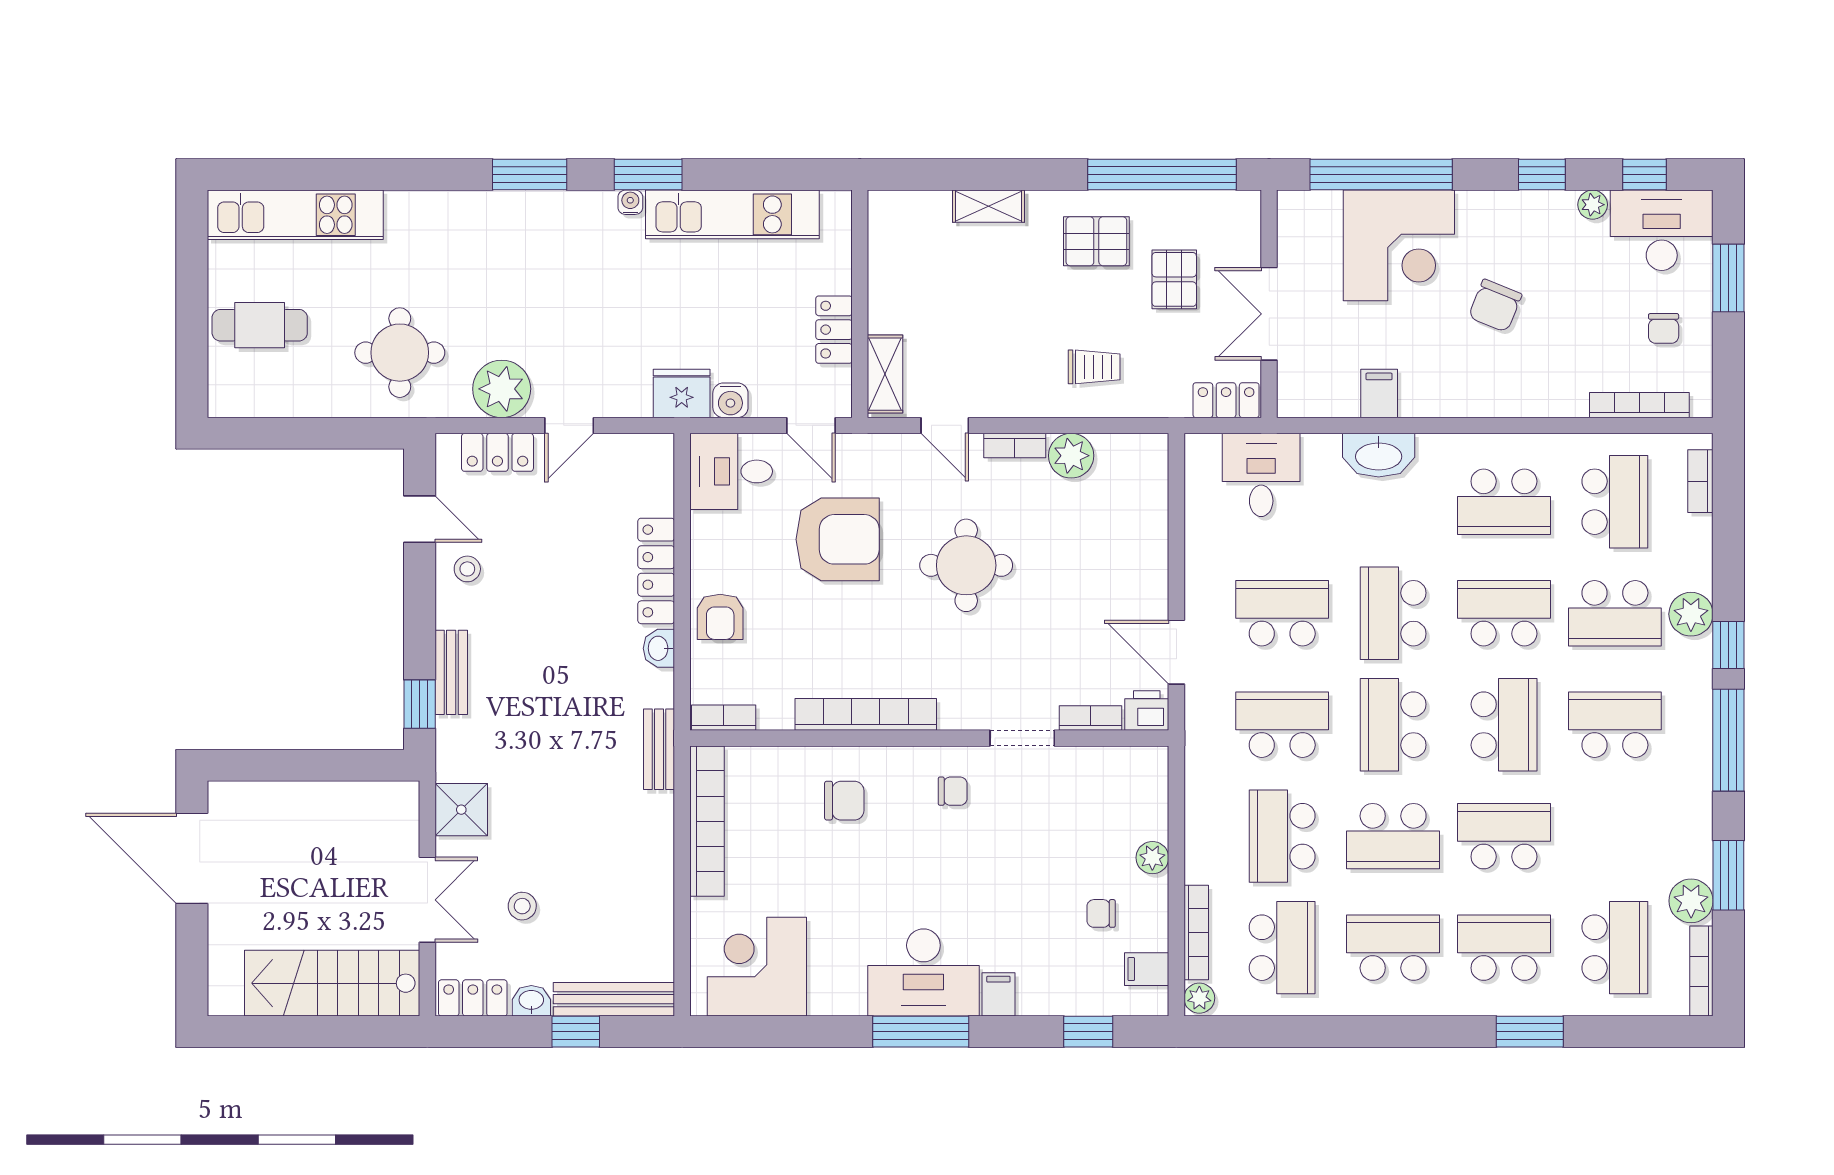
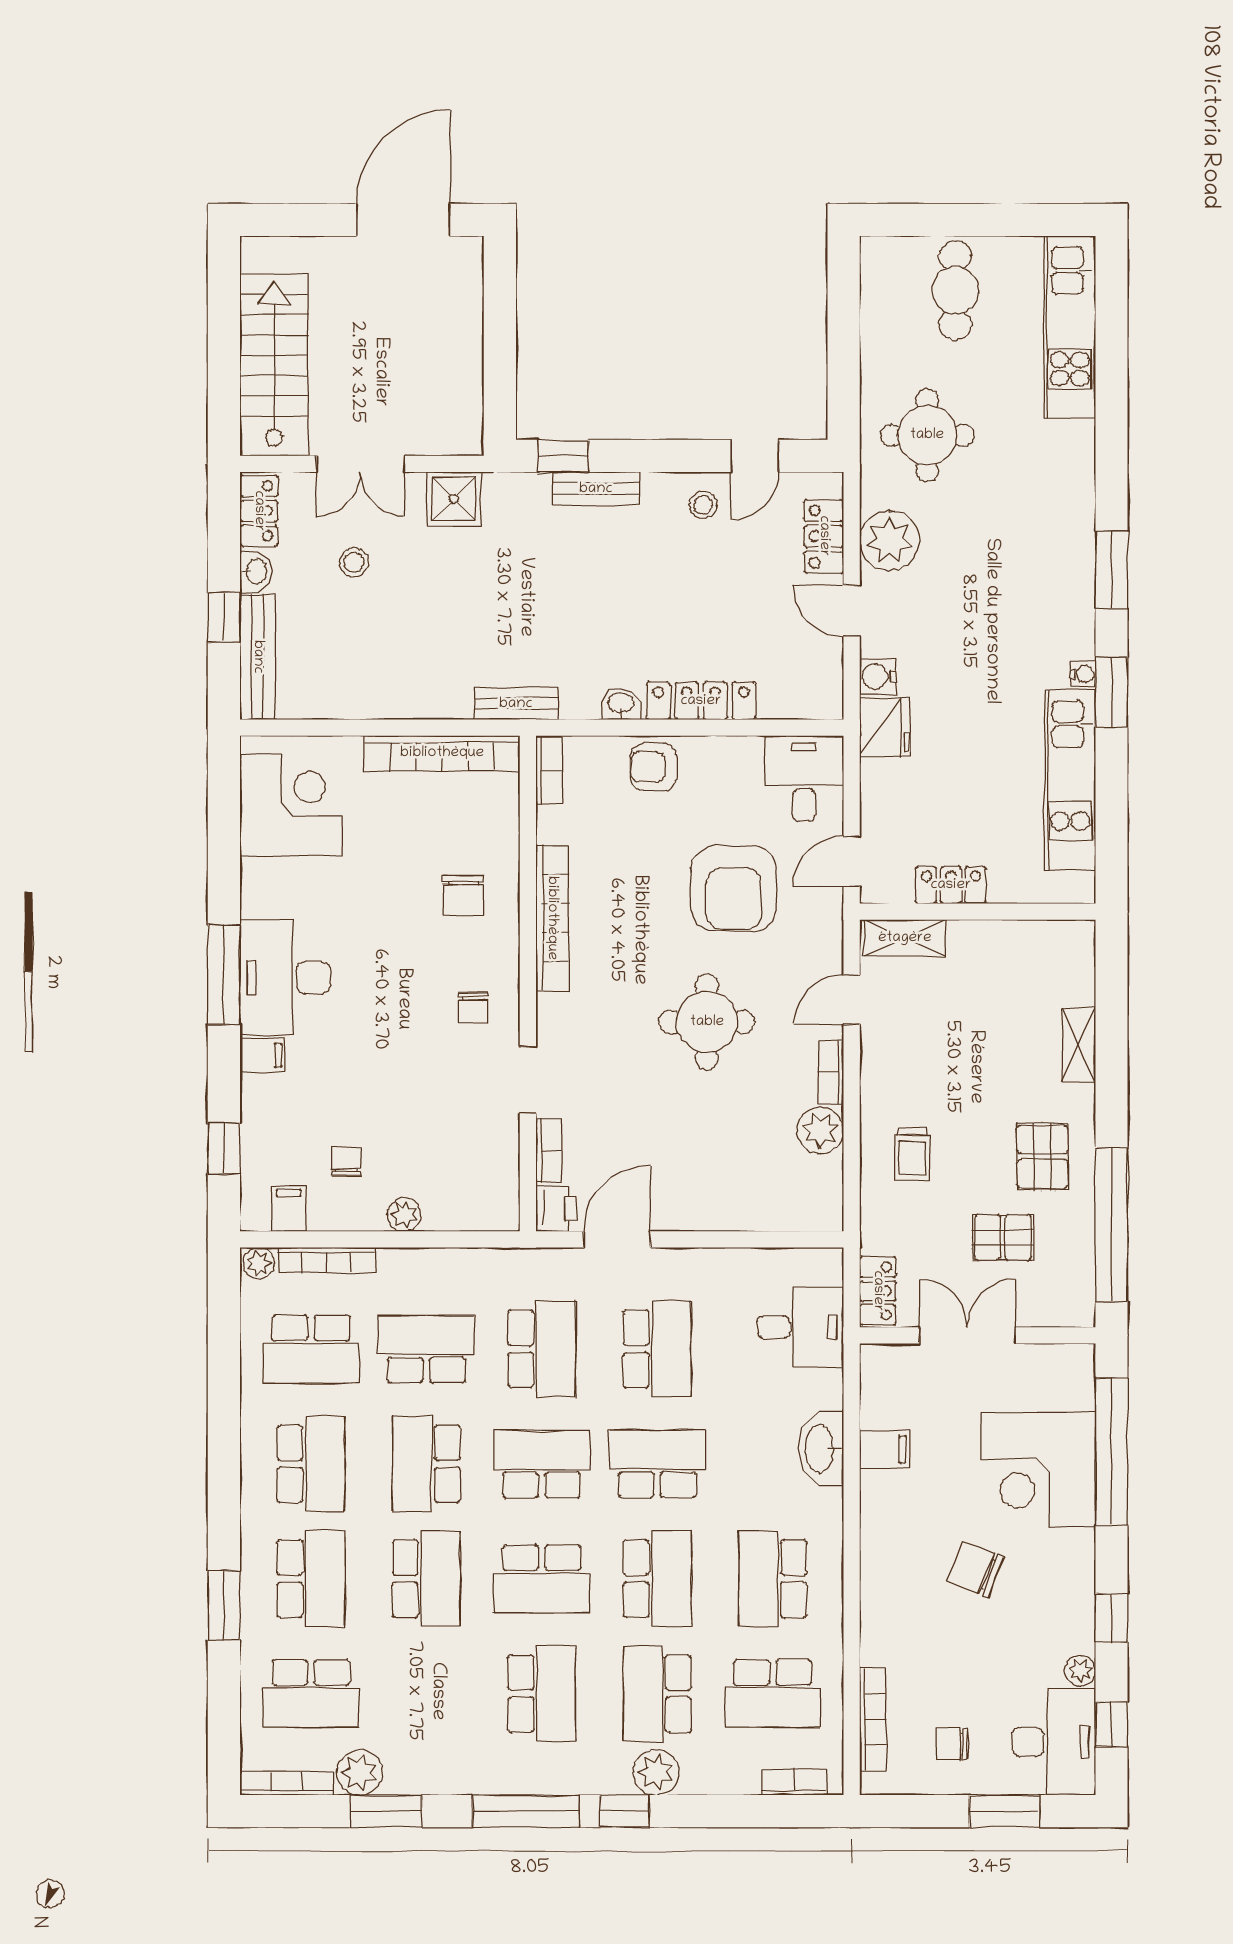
water cooler: (730, 400) -> (878, 677), moved

